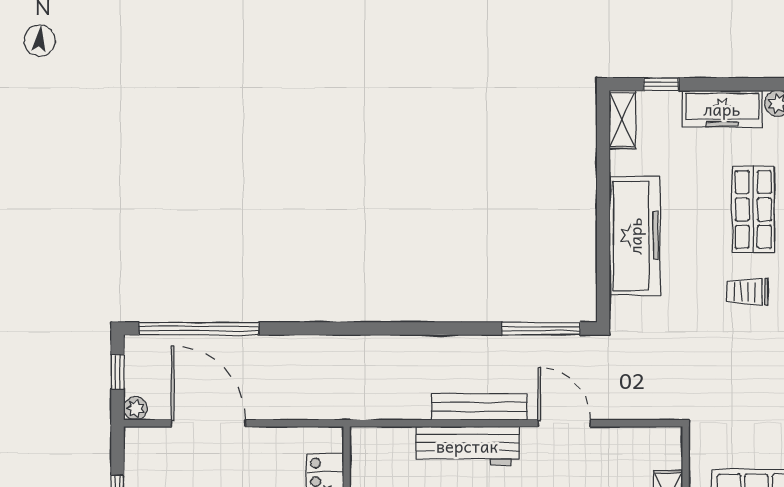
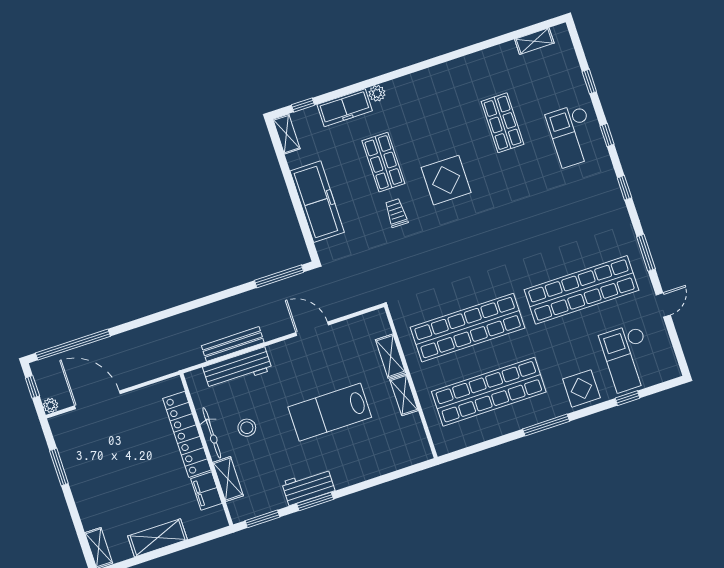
trolley: (747, 292) -> (396, 213), turned 90
bench: (479, 407) -> (233, 344), moved
workbench: (467, 446) -> (237, 368), moved

